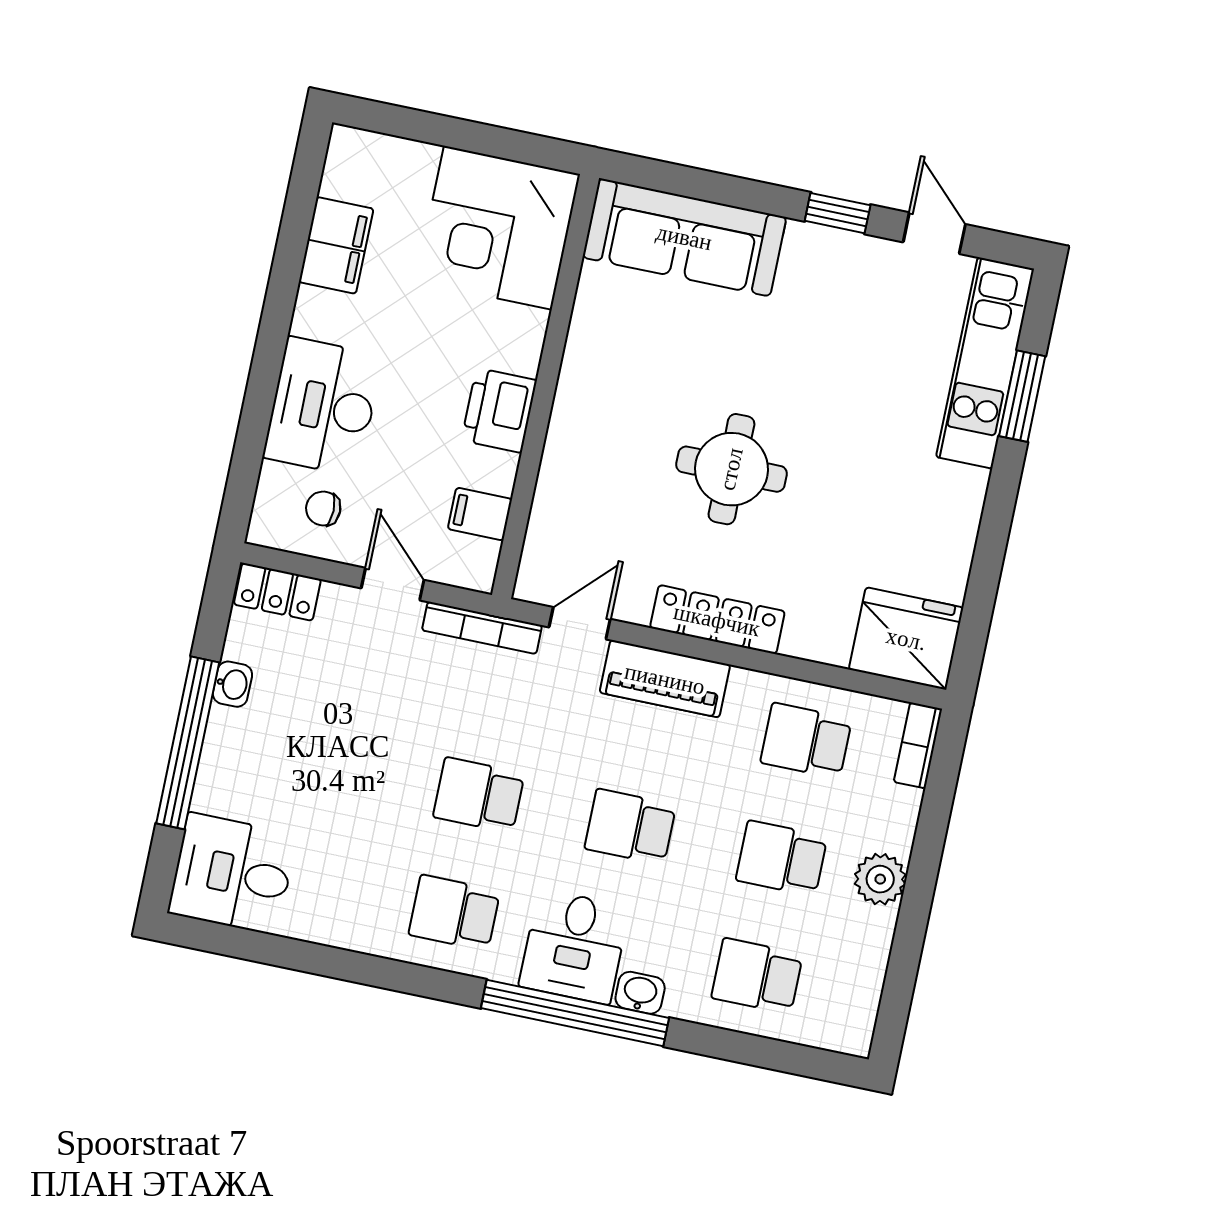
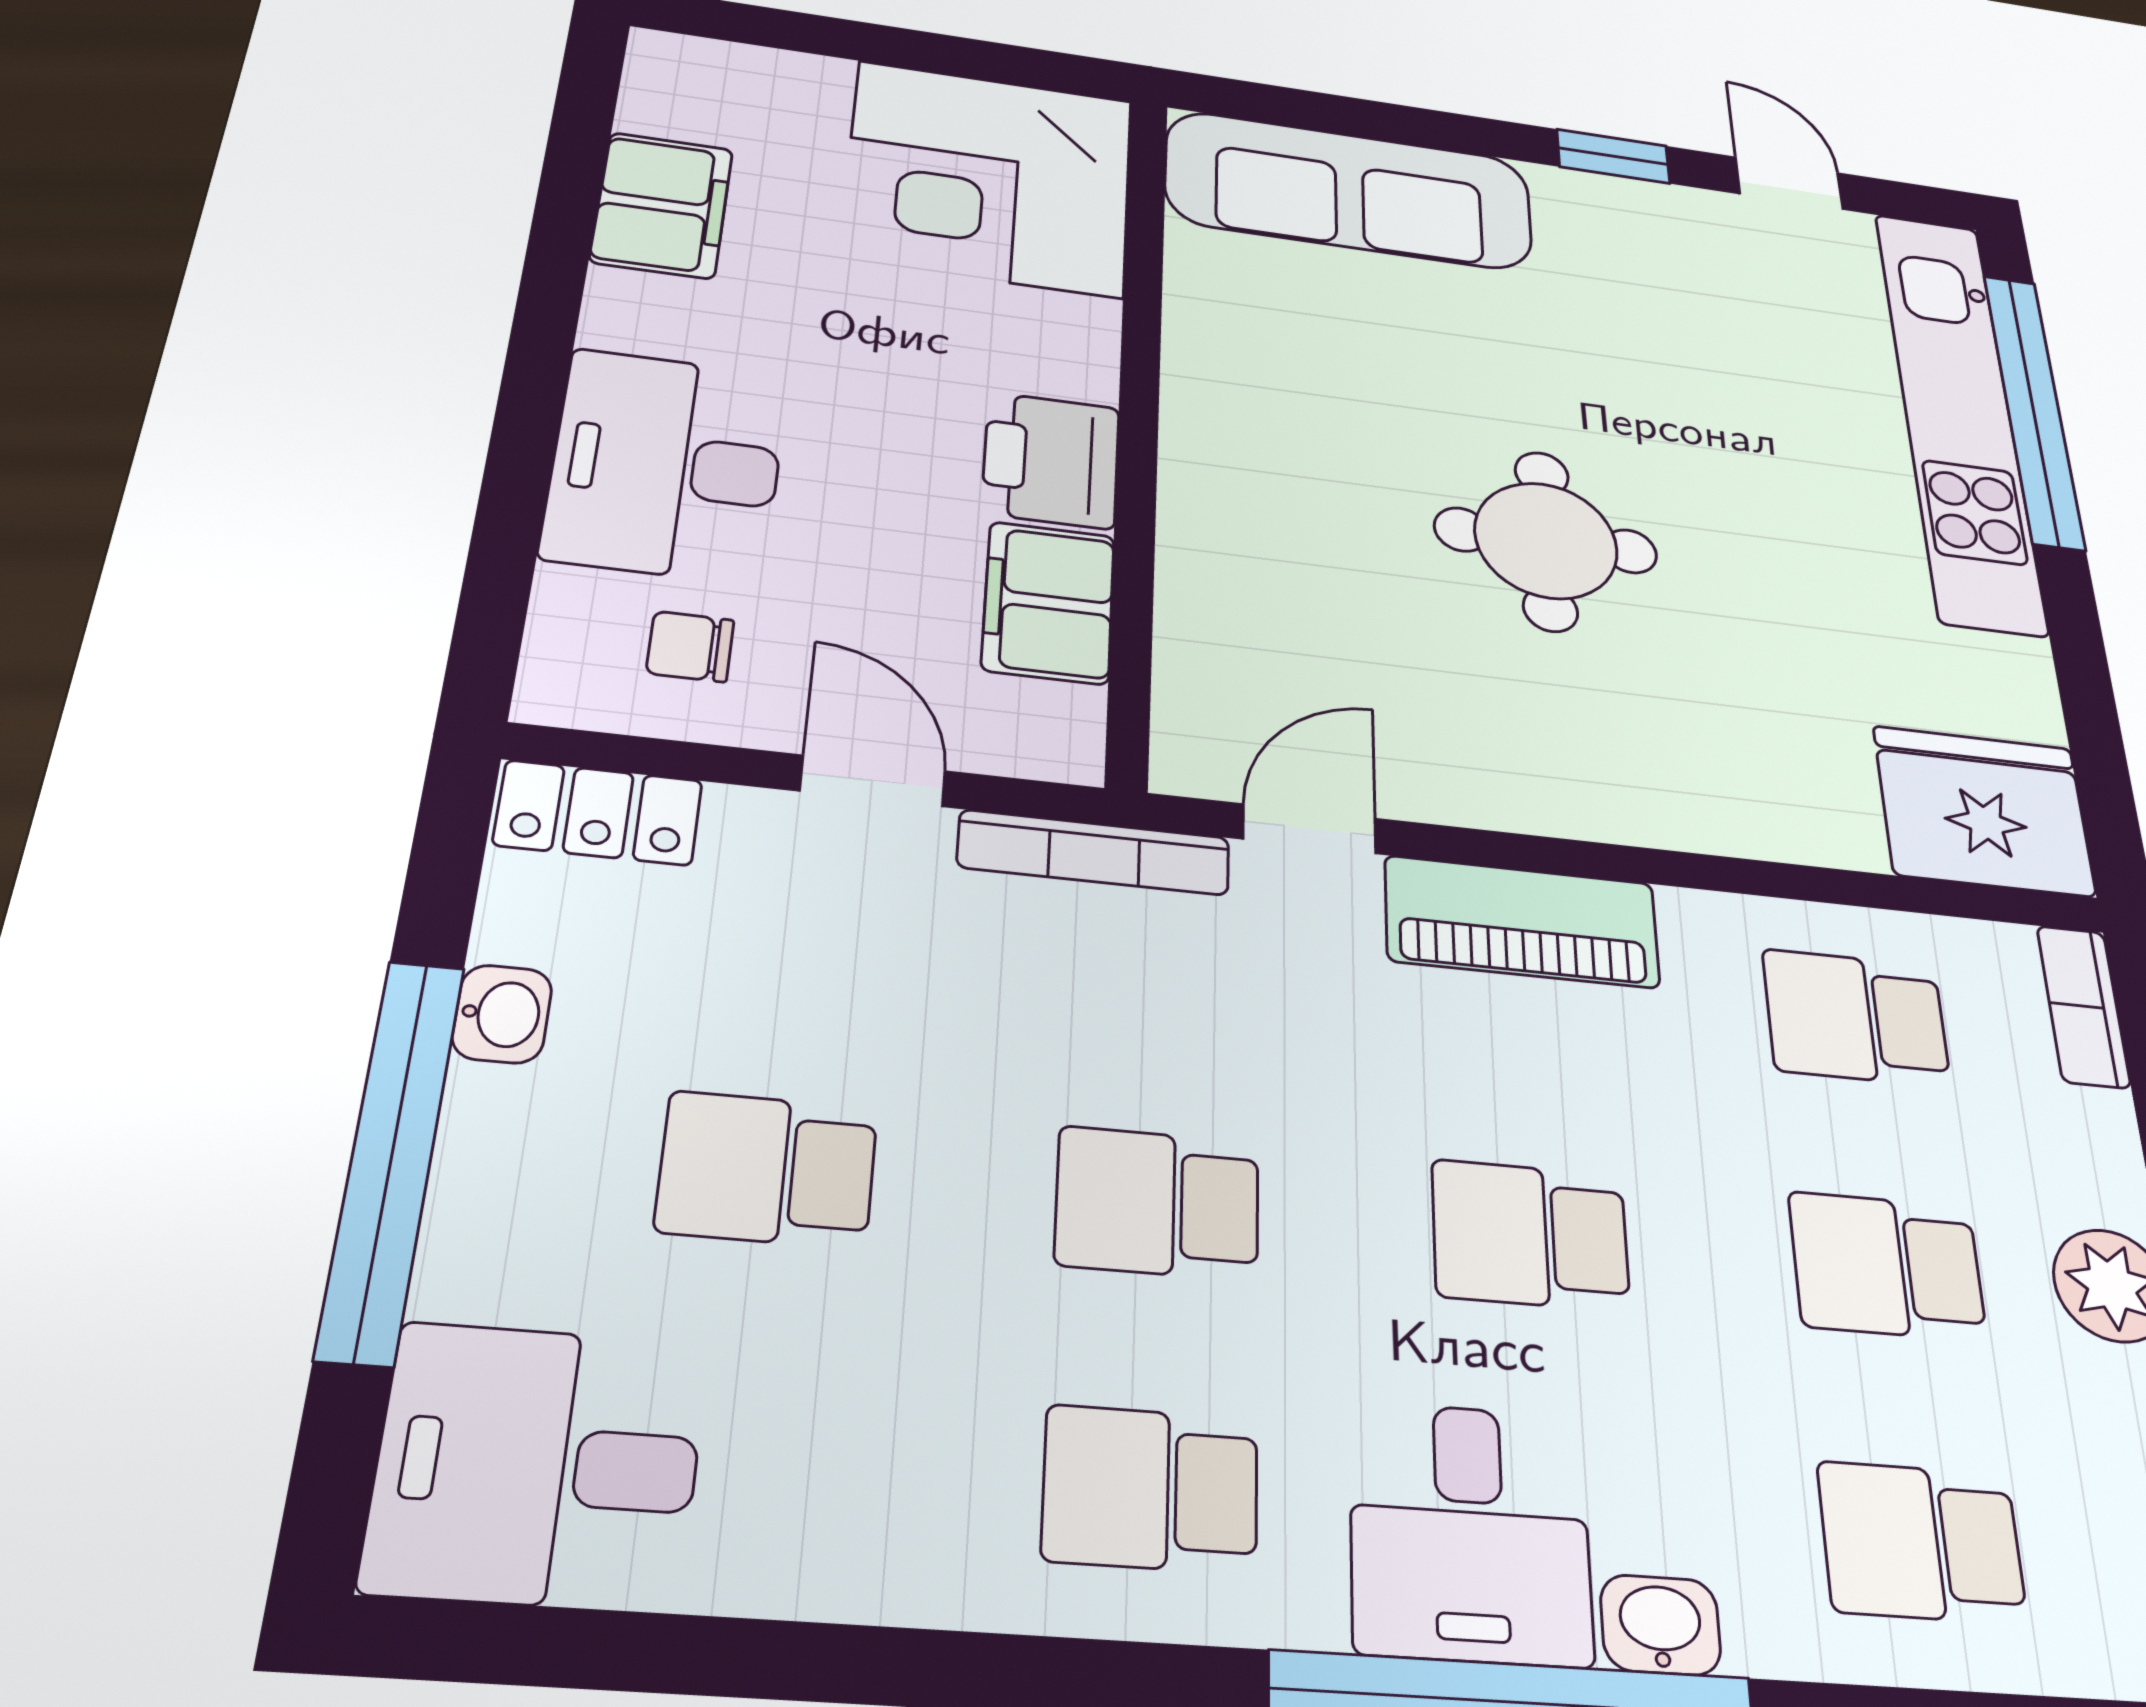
kitchen unit: (985, 363) -> (1958, 416), width x1.36
window: (1022, 396) -> (2033, 410), width x2.11
filing cabinet: (480, 514) -> (1049, 602), width x2.00
locker: (717, 620) -> (1599, 802), removed
school desk: (328, 763) -> (767, 1169), added

